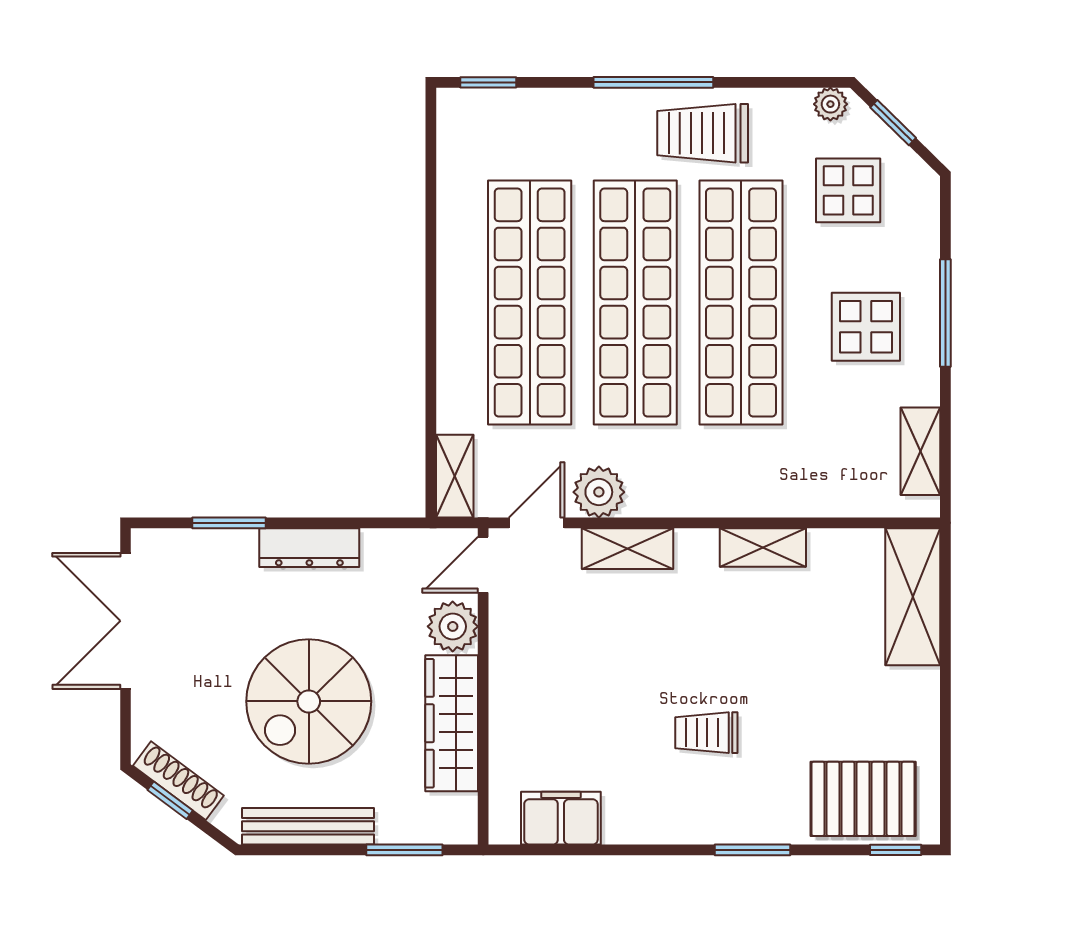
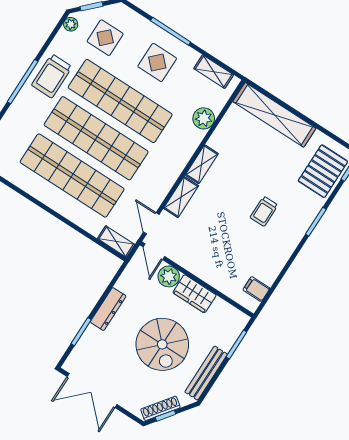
plant: (599, 492) -> (204, 118), moved
shelving: (763, 547) -> (202, 164), moved
shelving: (913, 597) -> (274, 115), width x1.47
wardrobe: (452, 723) -> (195, 294), width x0.67
filing cabinet: (561, 818) -> (256, 289), width x0.50

